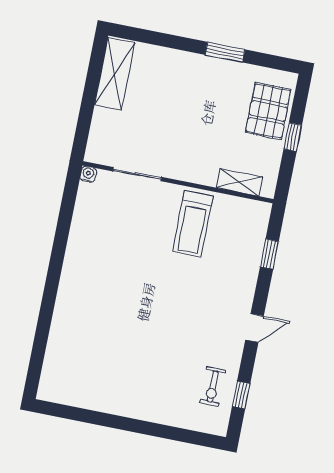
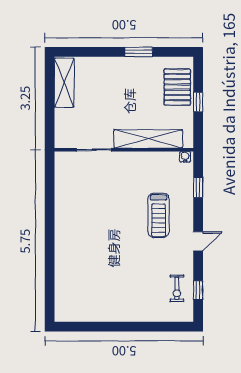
water cooler: (88, 174) -> (185, 157), moved
shelving: (239, 182) -> (148, 139), width x2.20, depth x1.33
treadmill: (193, 224) -> (159, 215), moved

